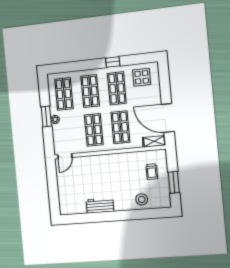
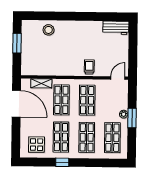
shelving: (154, 141) -> (41, 83), moved
trolley: (152, 172) -> (89, 67), moved
workbench: (100, 206) -> (116, 28), moved

